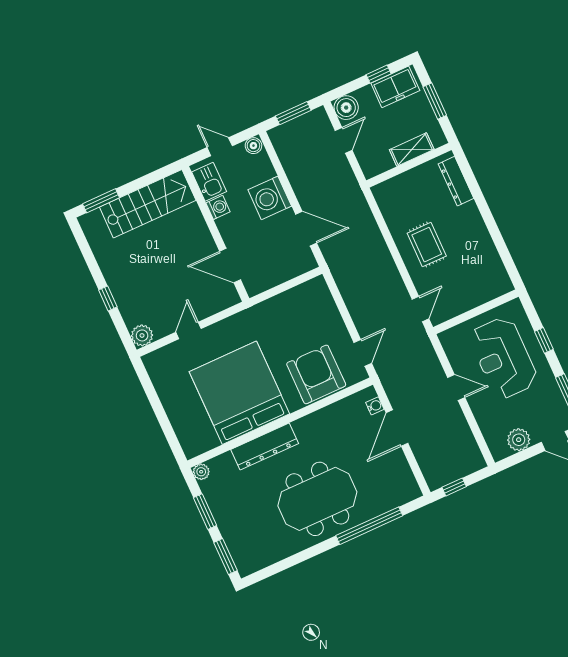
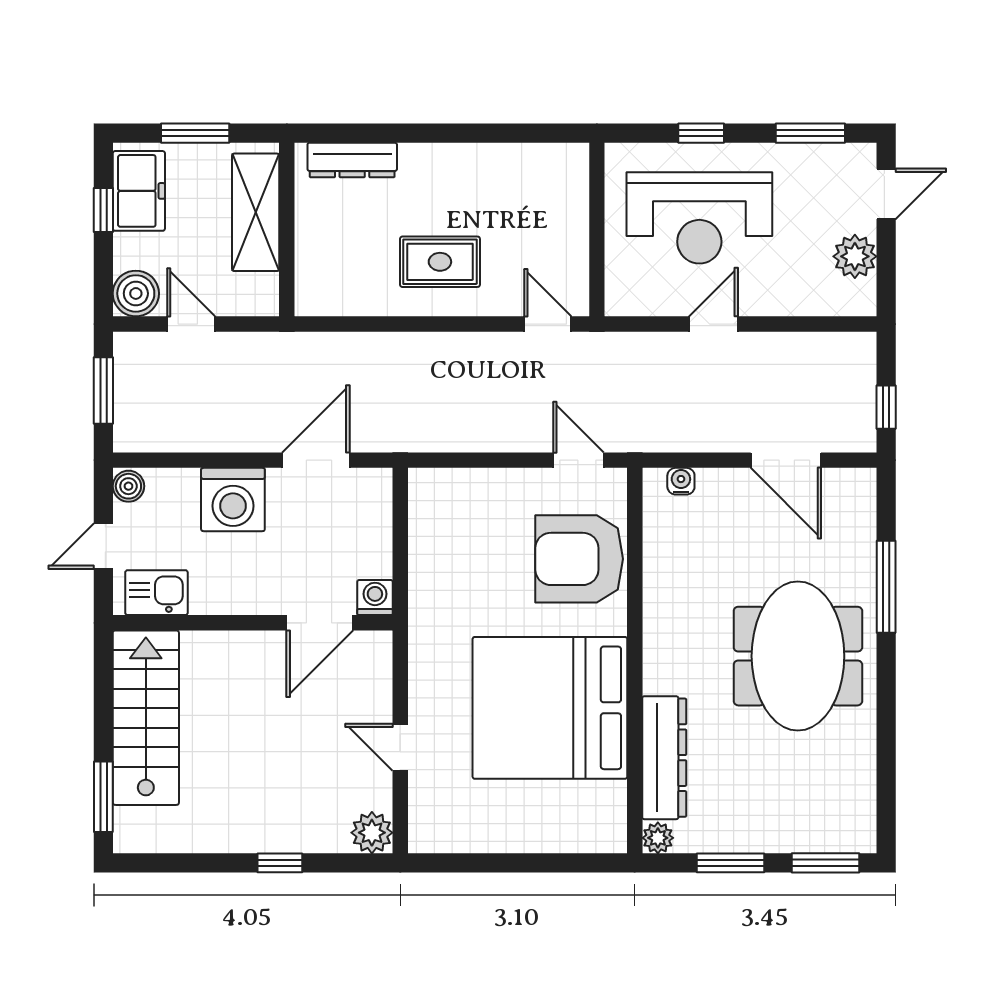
shelving: (412, 150) -> (256, 212), width x1.50, depth x1.33
washing machine: (218, 207) -> (375, 597), moved
door: (397, 428) -> (786, 460), moved
dresser: (265, 447) -> (664, 758), moved
window: (369, 526) -> (886, 587), width x0.68

